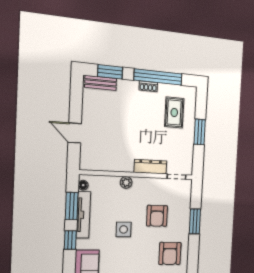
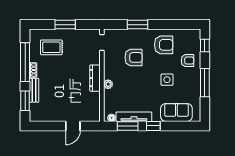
bench: (101, 83) -> (34, 90), moved
dresser: (150, 167) -> (95, 78), moved
side table: (124, 229) -> (167, 80), moved

